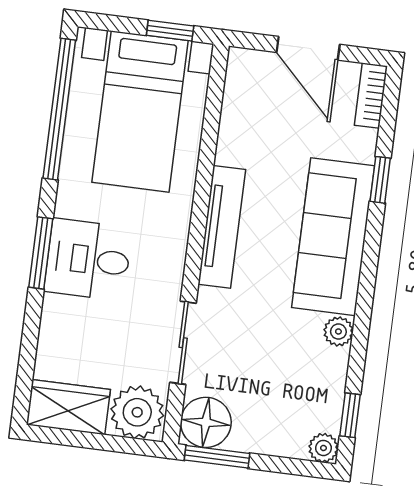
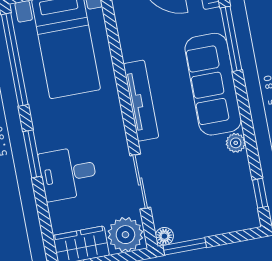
window: (380, 180) -> (231, 39), width x2.17
desk: (88, 260) -> (68, 173), moved
floor lamp: (206, 422) -> (164, 236), width x0.53, depth x0.53
plant: (323, 448) -> (250, 219), removed

